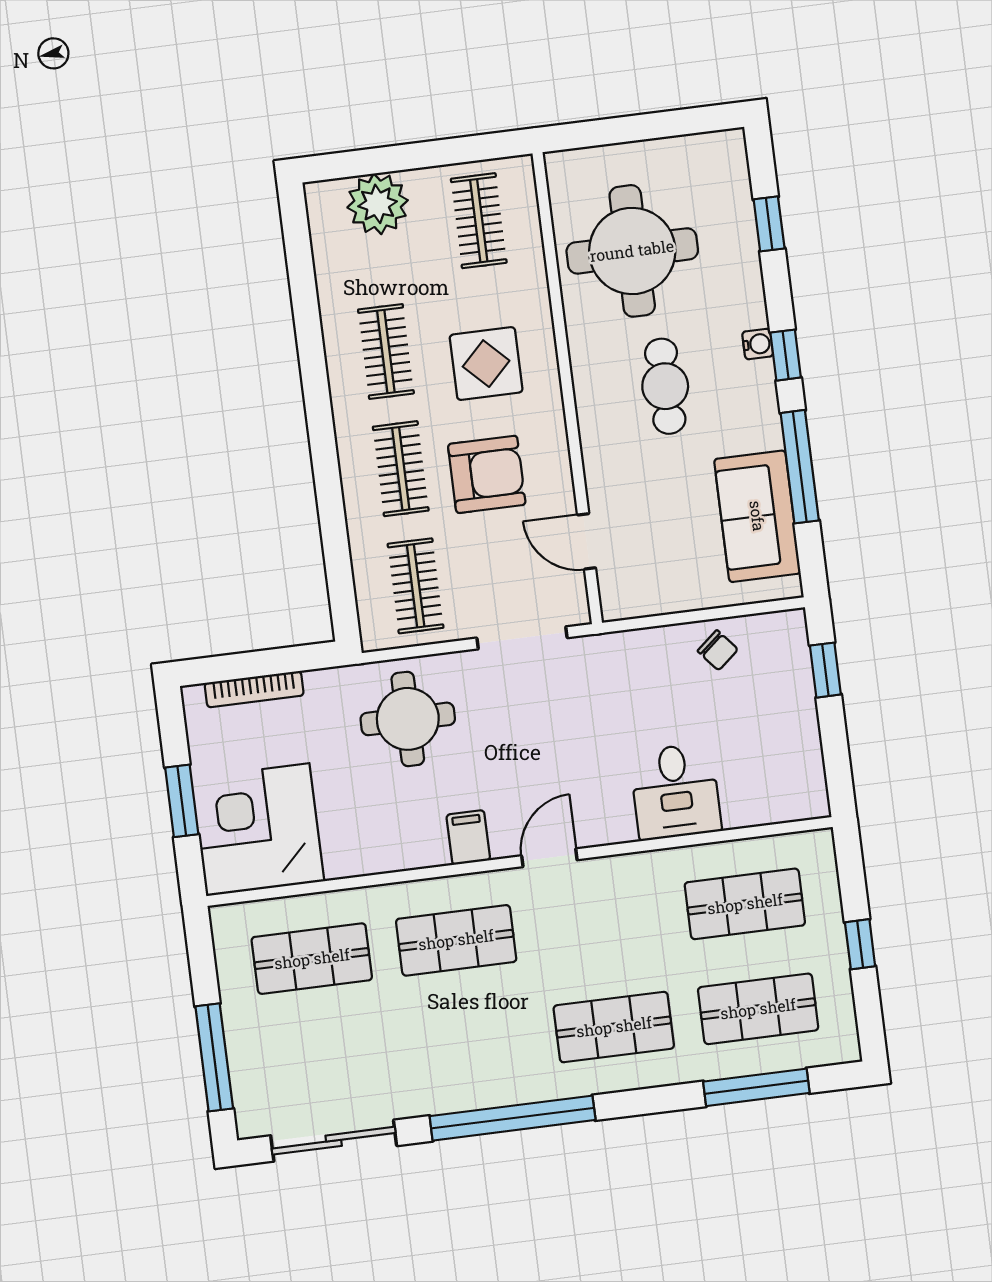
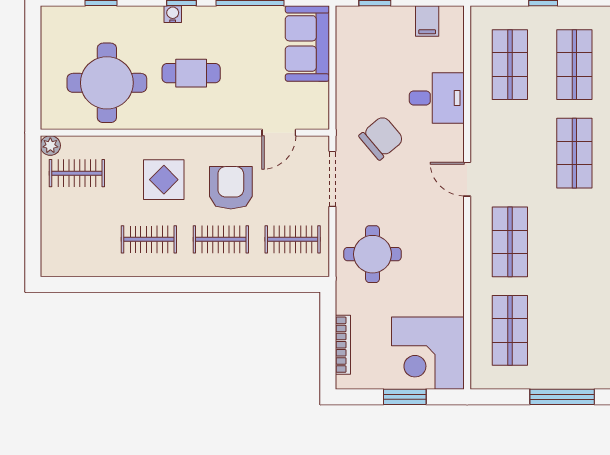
plant: (378, 204) -> (50, 145), moved, width x0.53, depth x0.53
sofa: (757, 516) -> (307, 43), moved, turned 90
chair: (718, 650) -> (381, 138), moved, width x1.87, depth x1.87
filing cabinet: (468, 837) -> (427, 21), moved, turned -90

